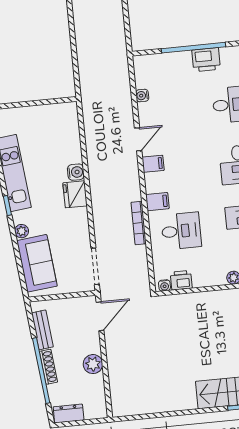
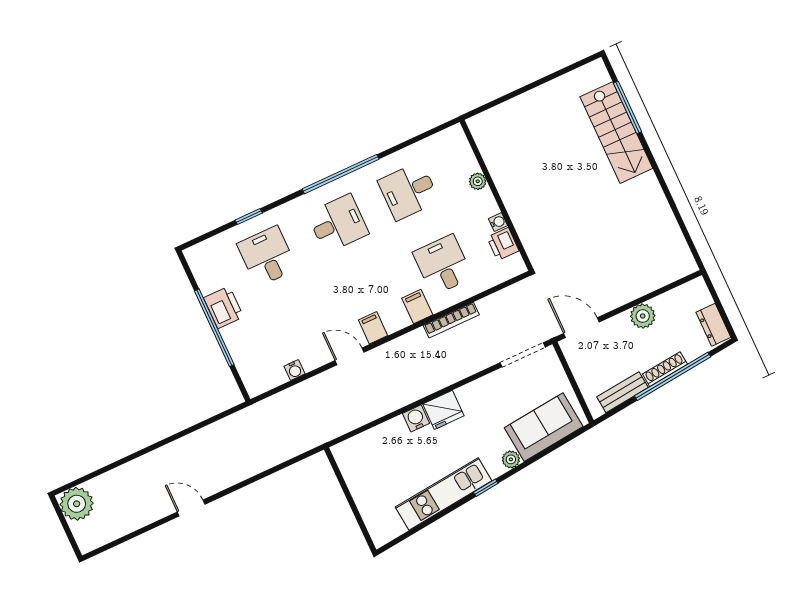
water cooler: (164, 285) -> (498, 222), moved

